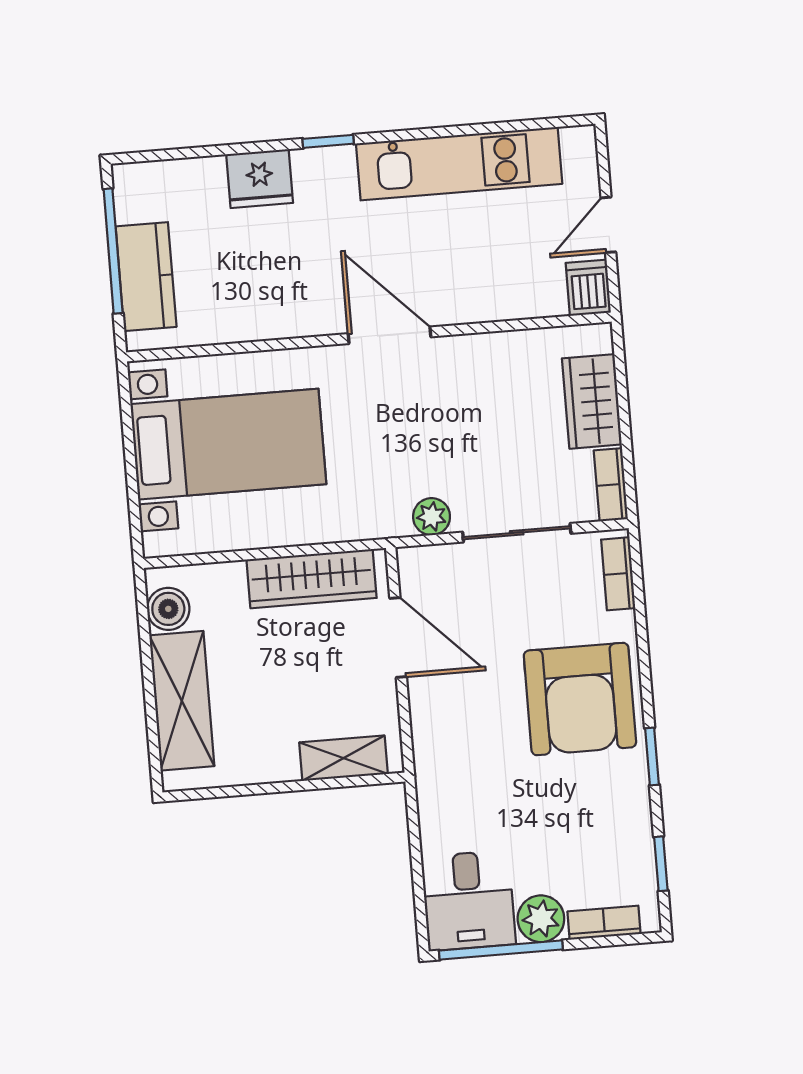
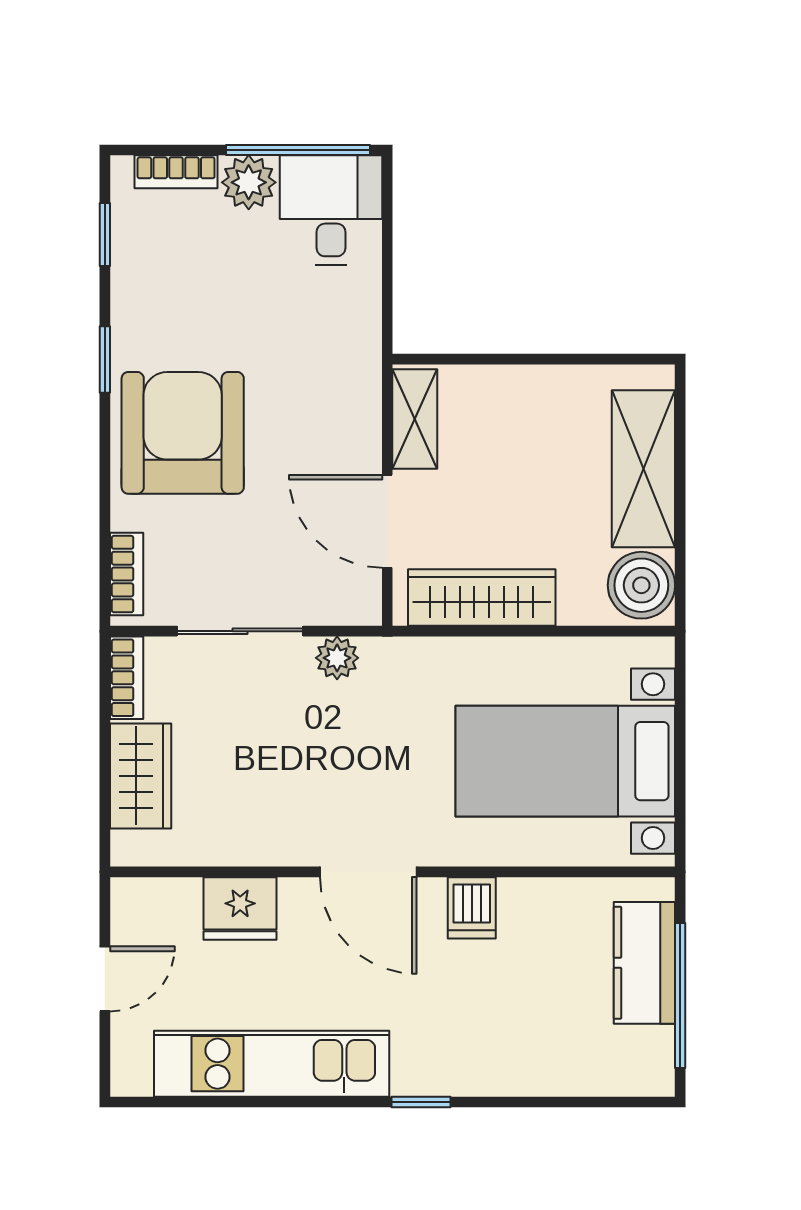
fridge: (260, 179) -> (240, 908), moved, turned 180
dishwasher: (588, 288) -> (472, 908), moved
boiler: (168, 609) -> (641, 585), width x1.36, depth x1.36
shelving: (343, 758) -> (415, 419), moved, turned 90

